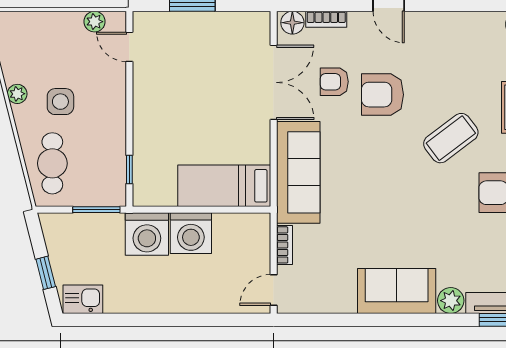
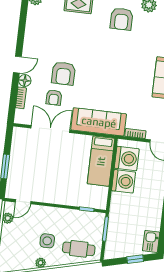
floor lamp: (292, 23) -> (25, 81), moved
coffee table: (451, 138) -> (90, 41), removed
washing machine: (147, 234) -> (127, 159), moved

